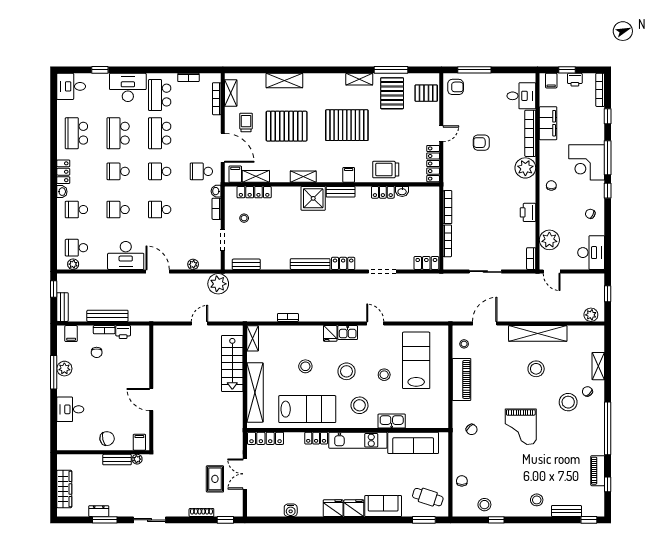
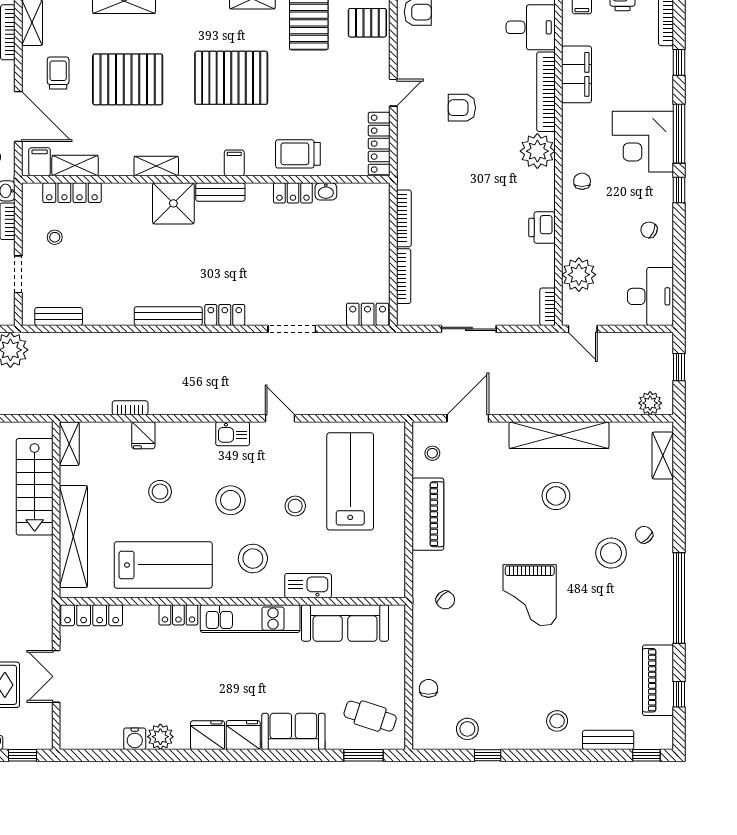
fridge: (330, 333) -> (143, 435), moved
shelving: (598, 366) -> (663, 456), moved
piano: (598, 471) -> (658, 680), width x1.37, depth x1.33
plant: (306, 509) -> (160, 737), added

